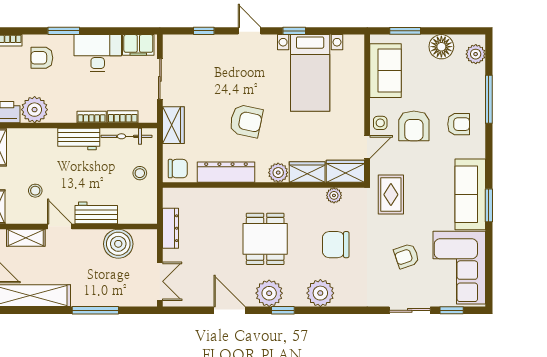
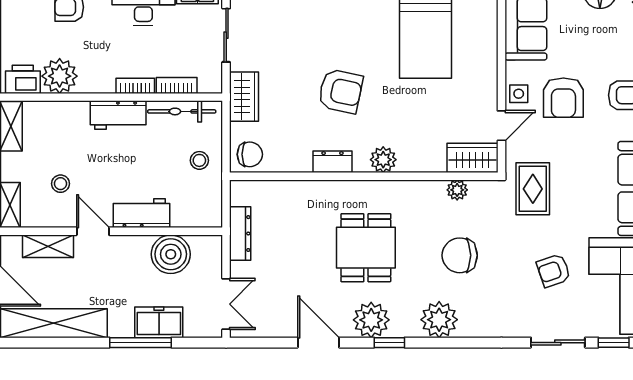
dresser: (226, 172) -> (332, 162), width x0.51, depth x0.80
wardrobe: (307, 172) -> (422, 159), removed
freezer: (109, 295) -> (159, 322), added

